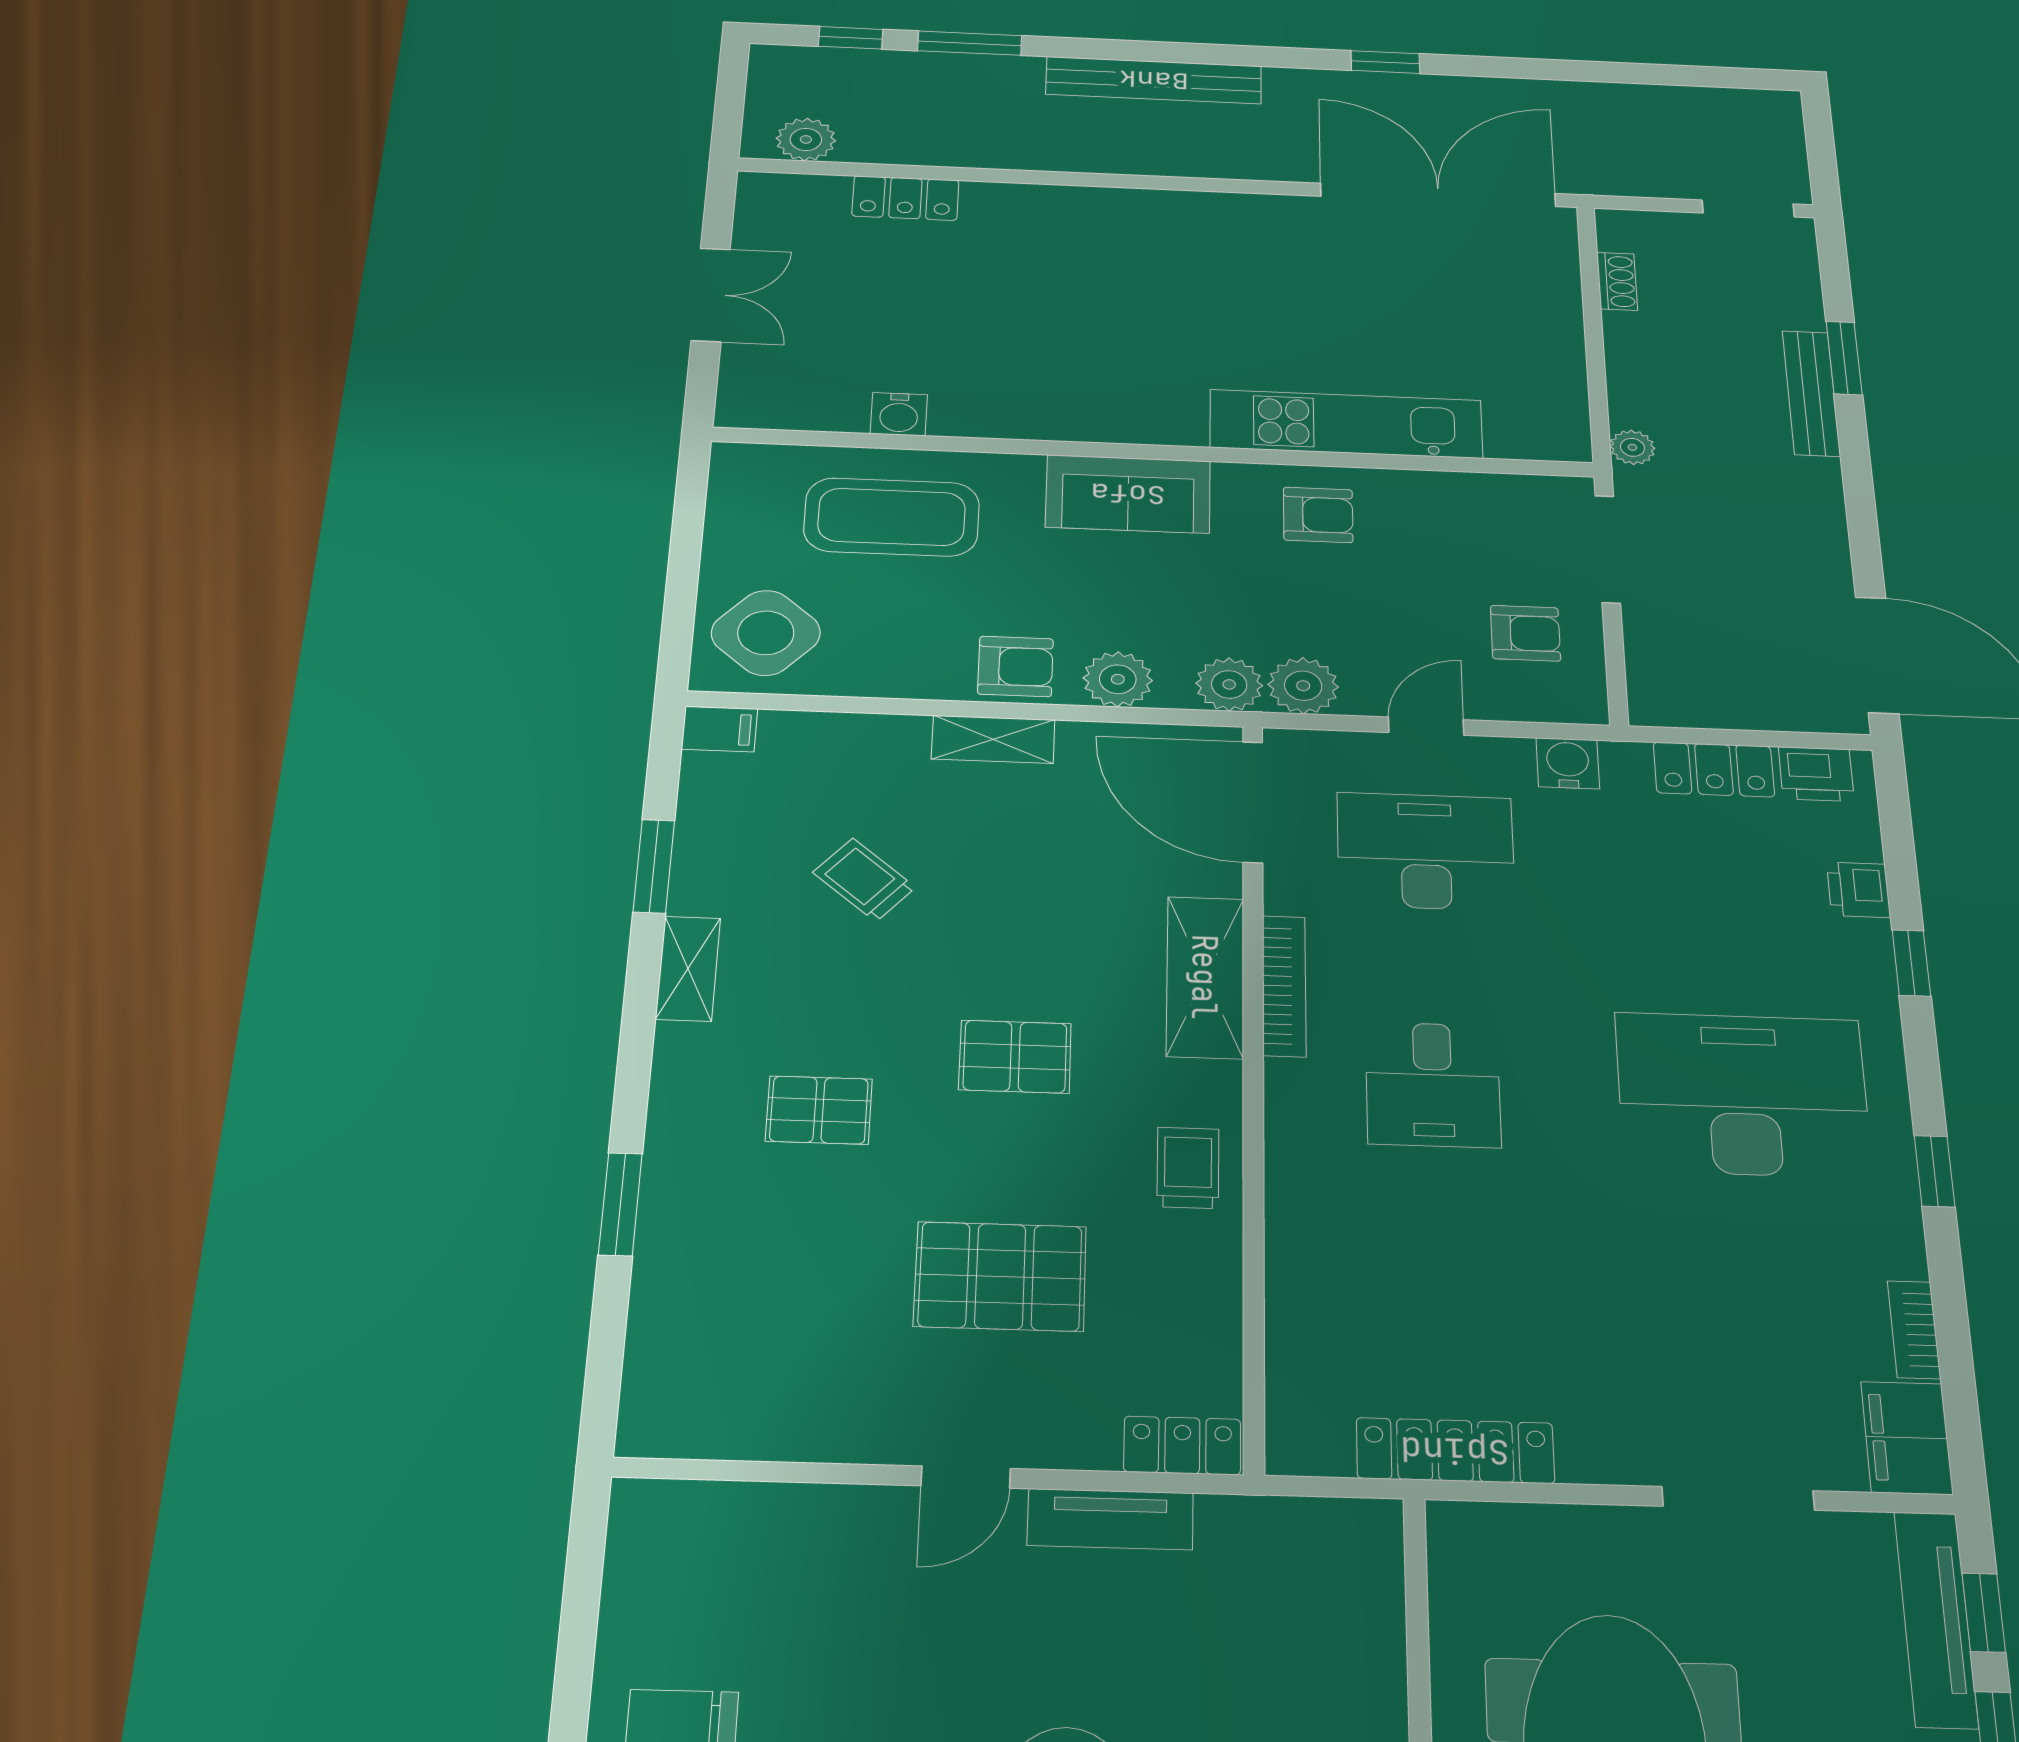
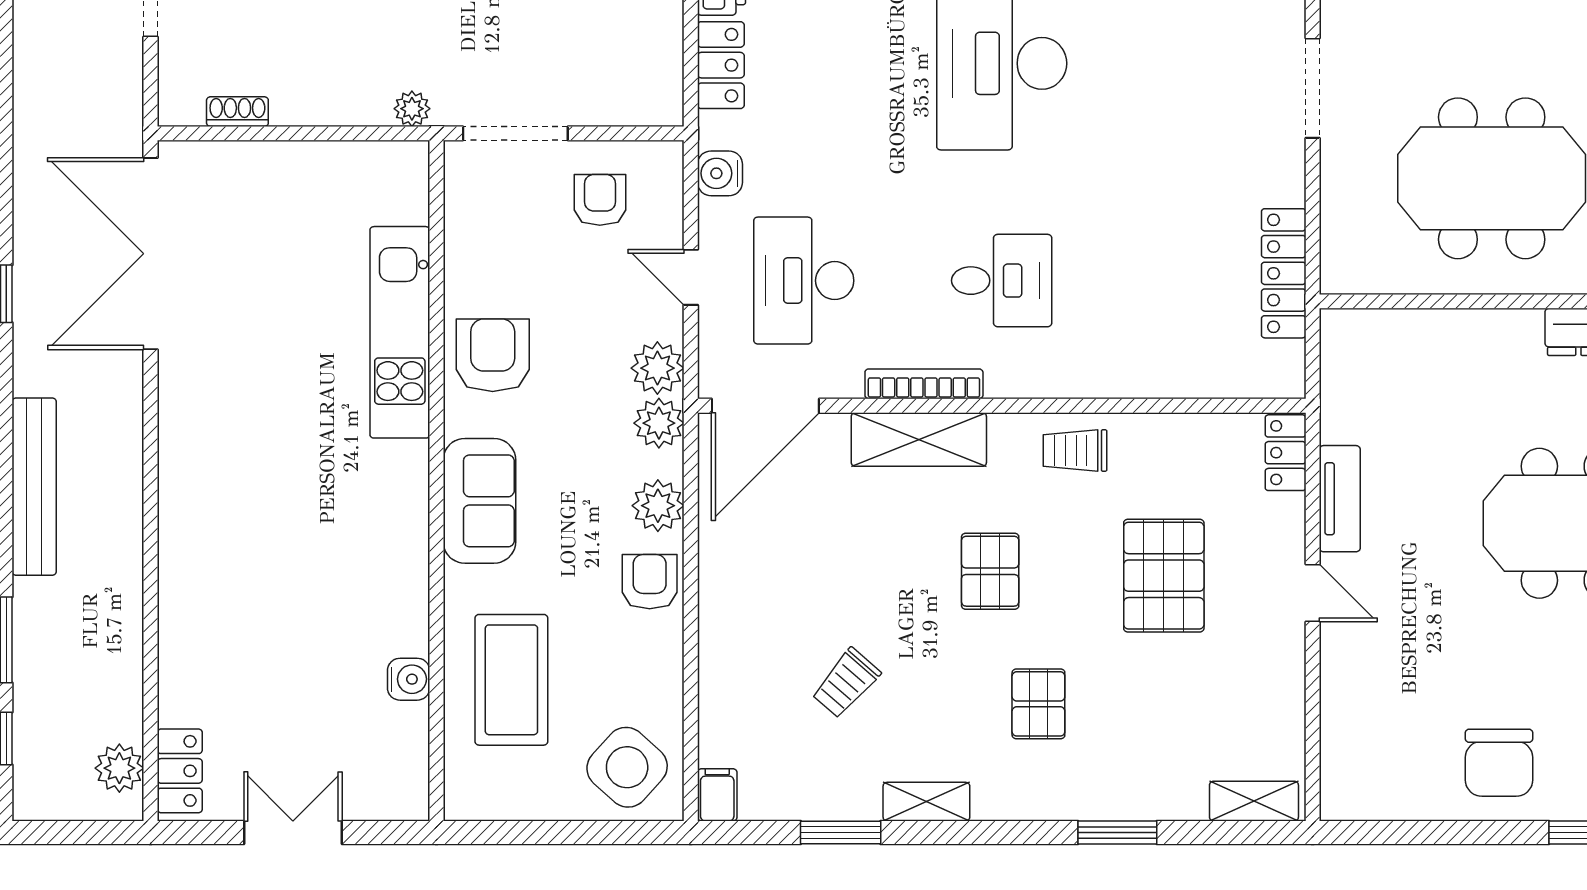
locker: (905, 198) -> (180, 771), moved
armchair: (1318, 515) -> (493, 355), width x1.38, depth x1.38
shelving: (993, 739) -> (1254, 801), moved, turned 90

